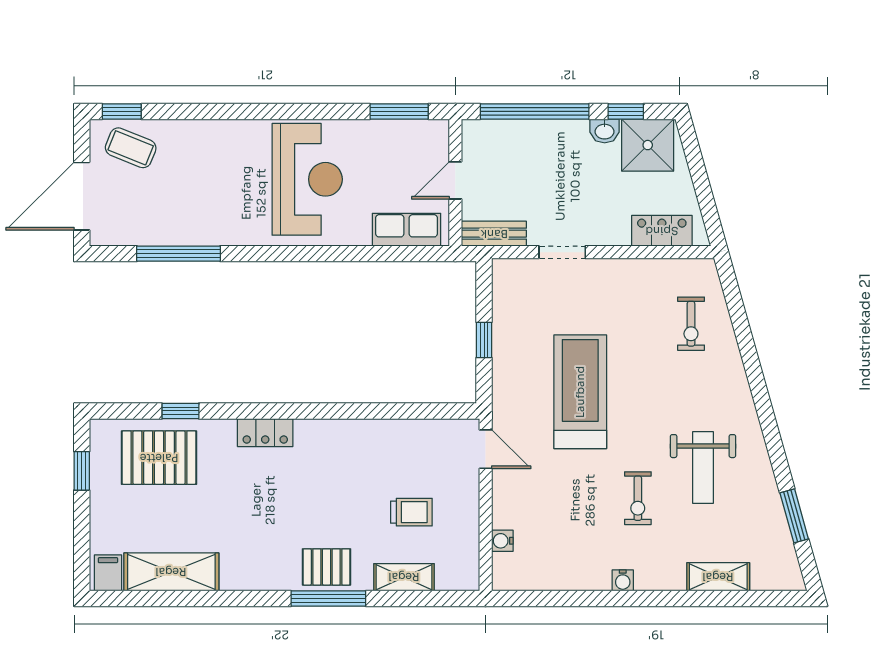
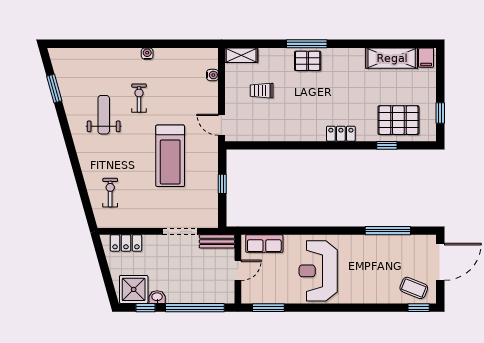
doorway: (562, 252) -> (180, 231), width x1.38
shelving: (404, 577) -> (241, 55), moved
shelving: (718, 577) -> (95, 55), removed

